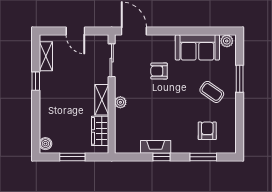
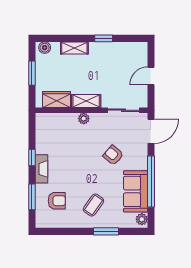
window: (187, 31) -> (151, 181), added
shelving: (46, 56) -> (74, 48), moved
armchair: (159, 71) -> (113, 155), turned -50
fireplace: (156, 147) -> (41, 169), moved

